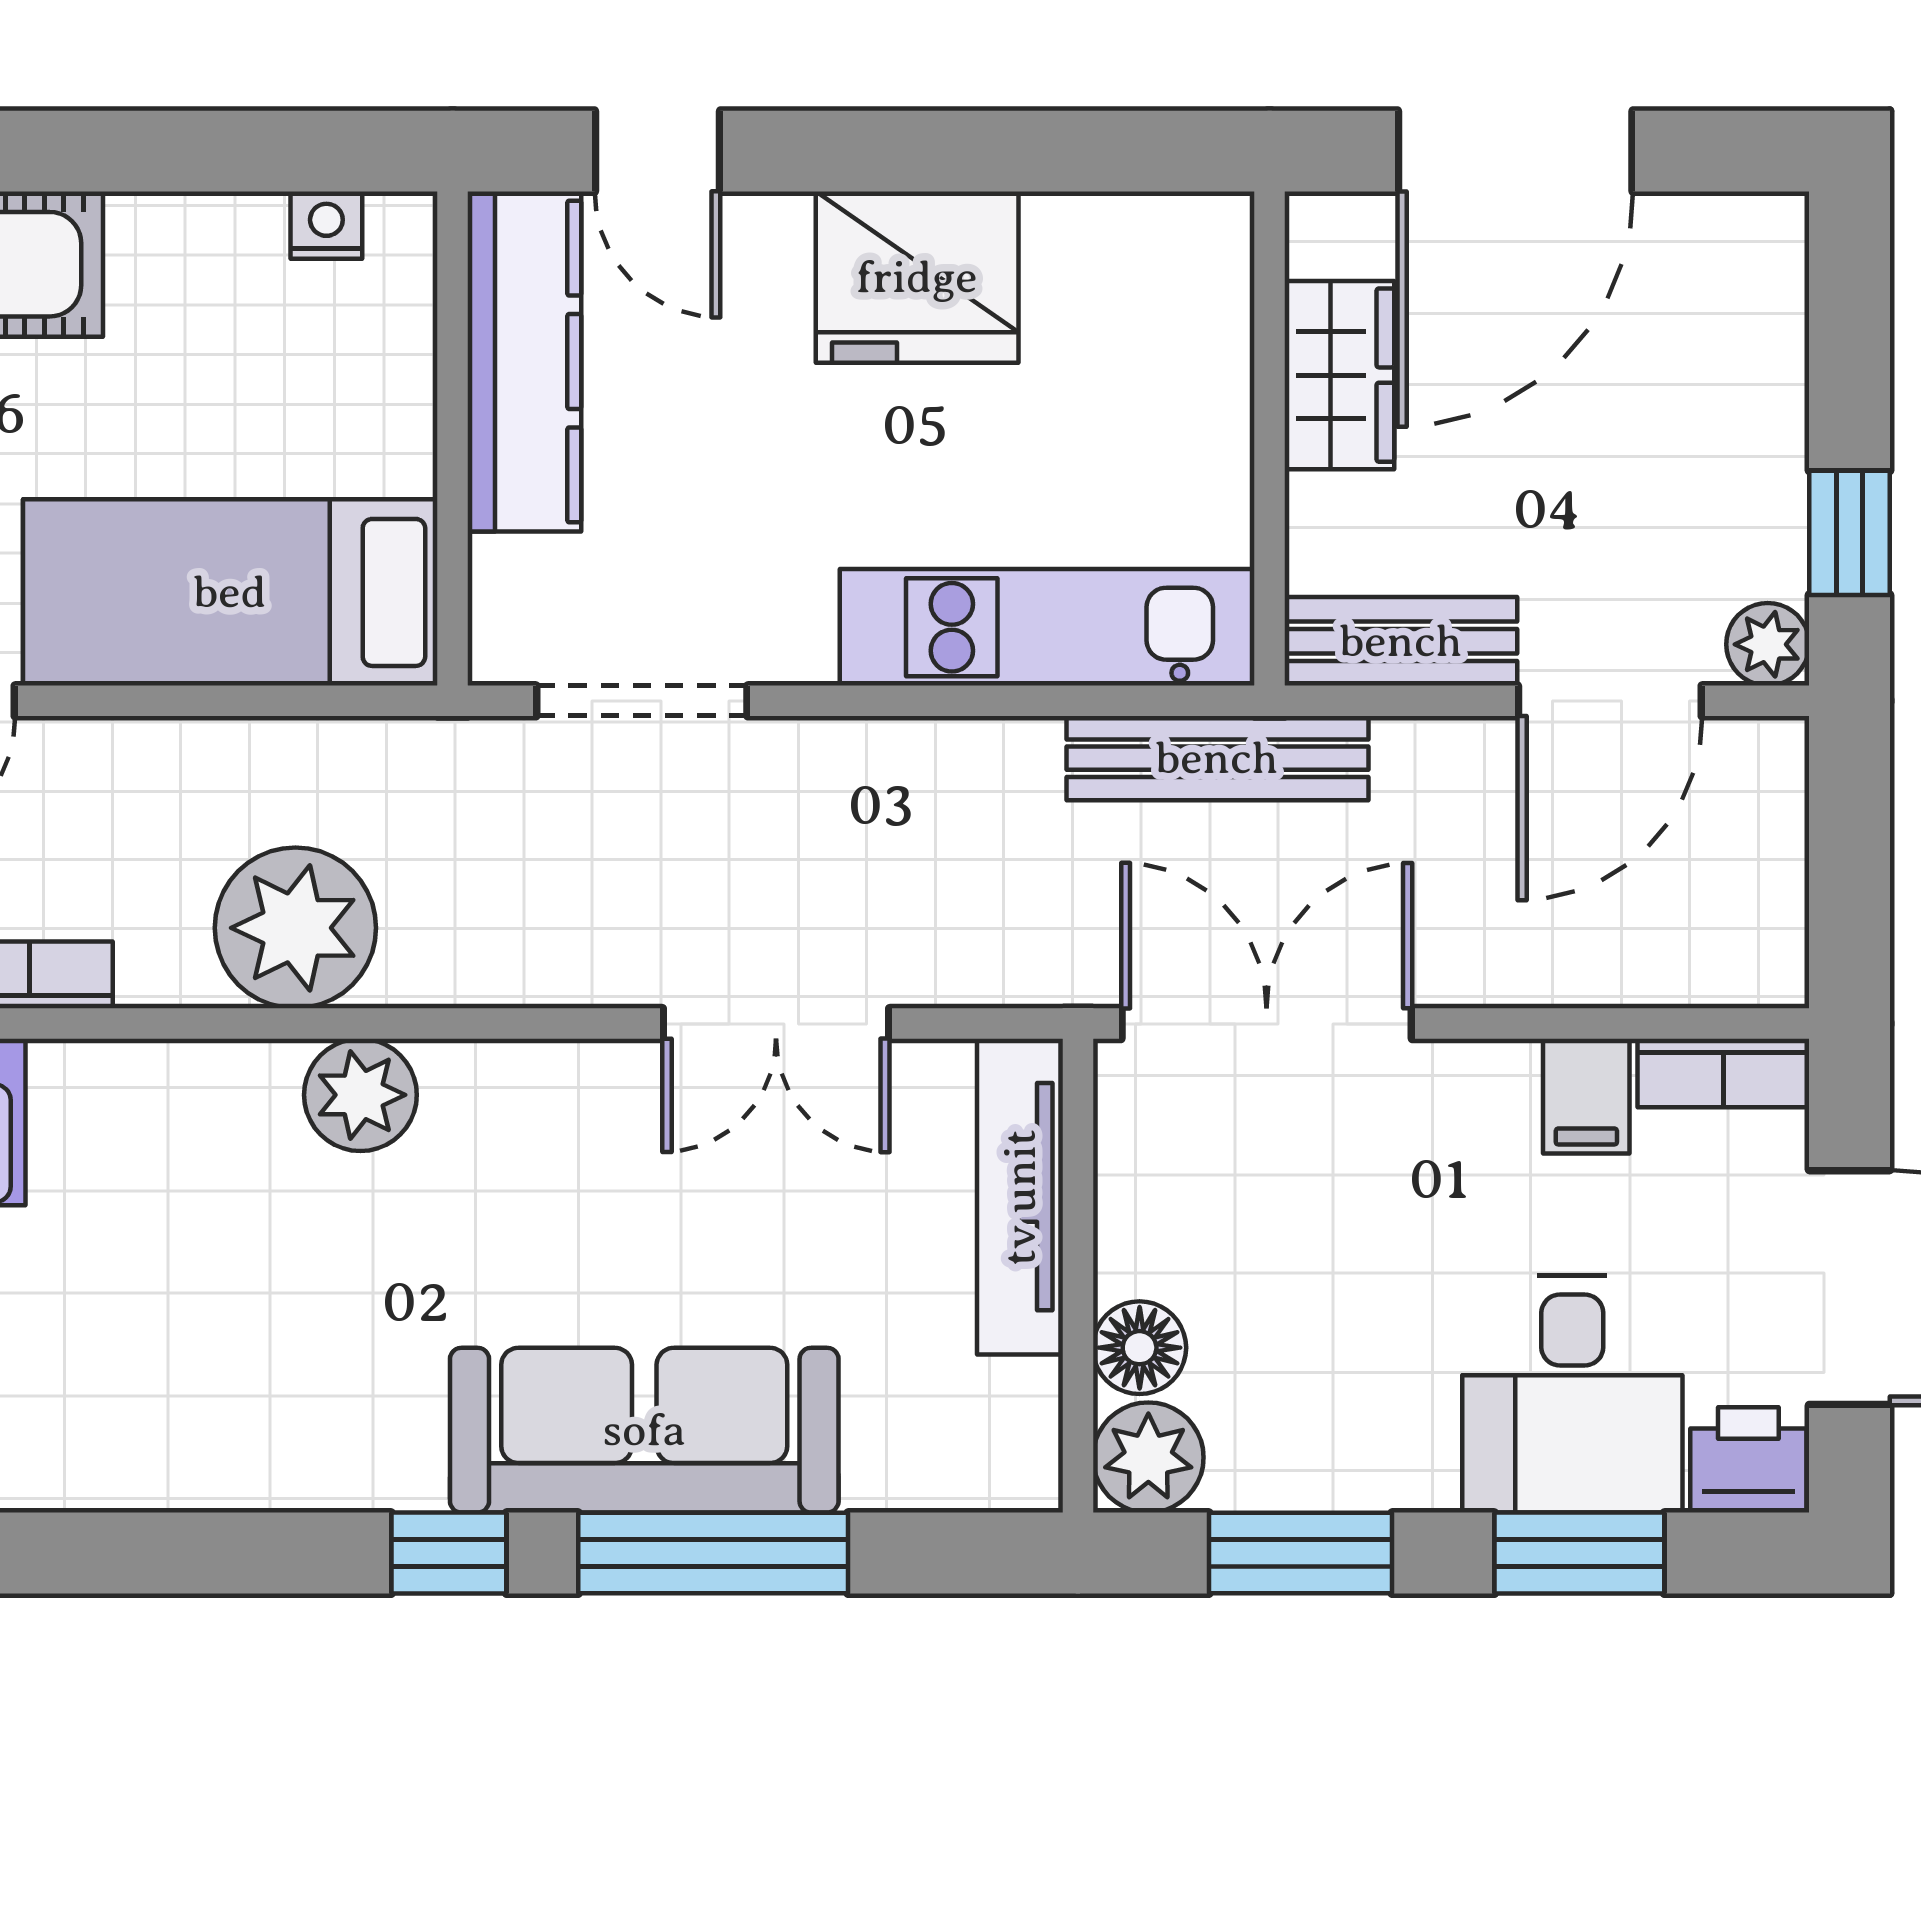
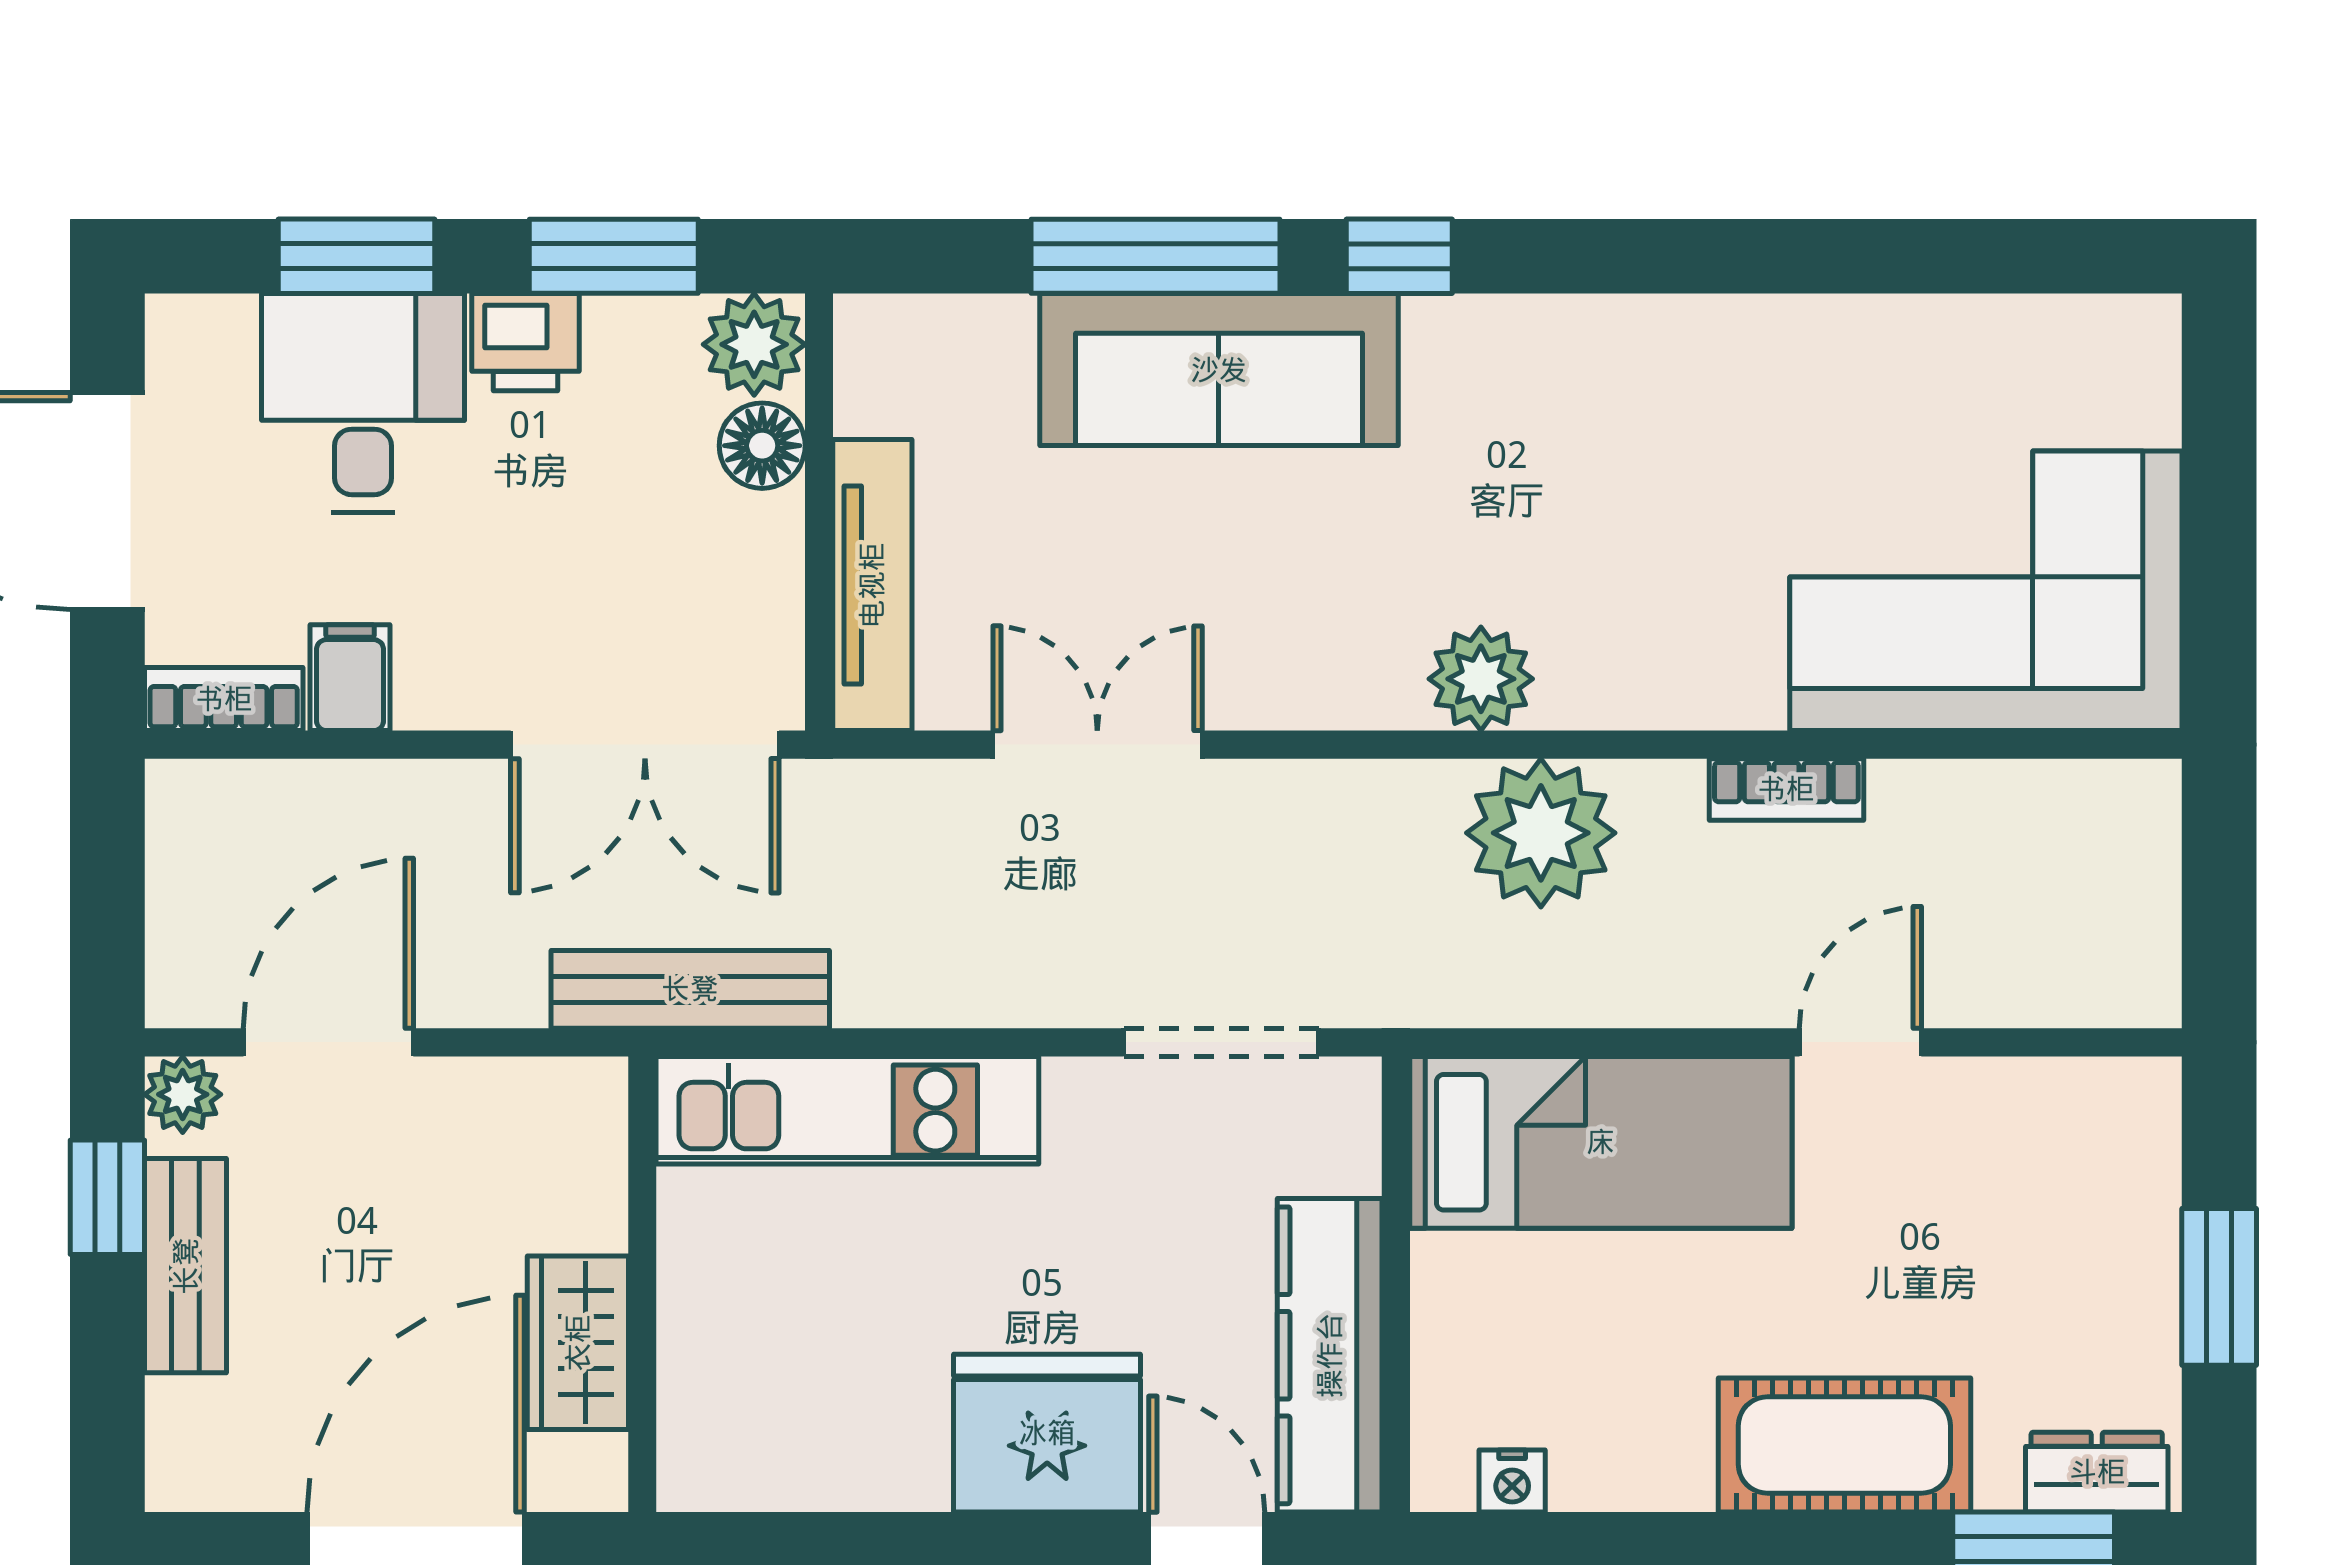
fridge: (917, 277) -> (1047, 1433), moved
bench: (1401, 641) -> (186, 1266), moved, turned 90
printer: (1748, 1460) -> (525, 342), moved

